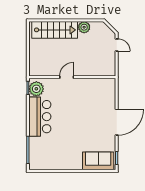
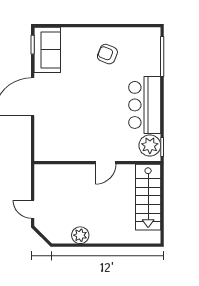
stairs: (55, 30) -> (148, 197), moved, turned -90
armchair: (65, 152) -> (107, 54), added
sofa: (98, 161) -> (47, 50), moved, turned -90

